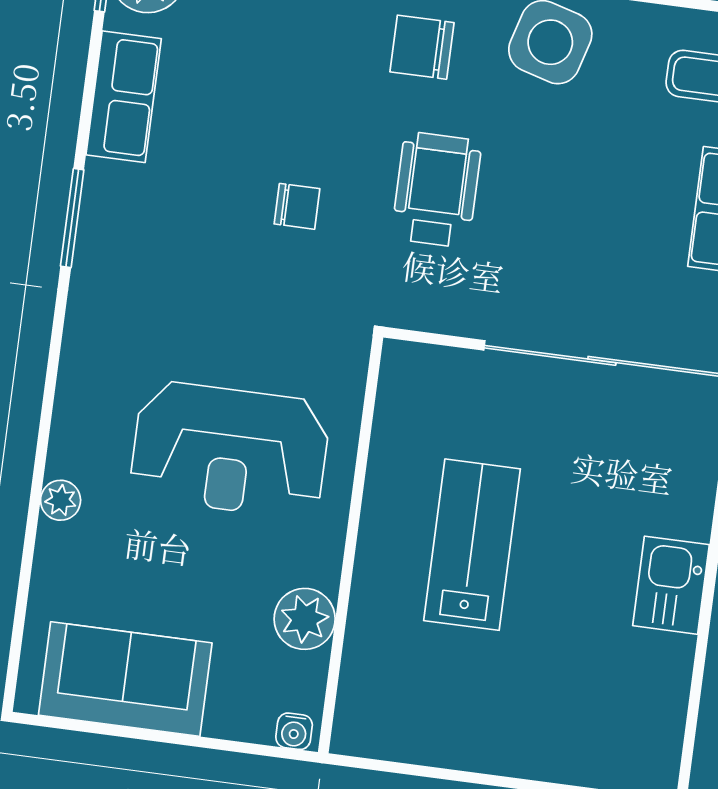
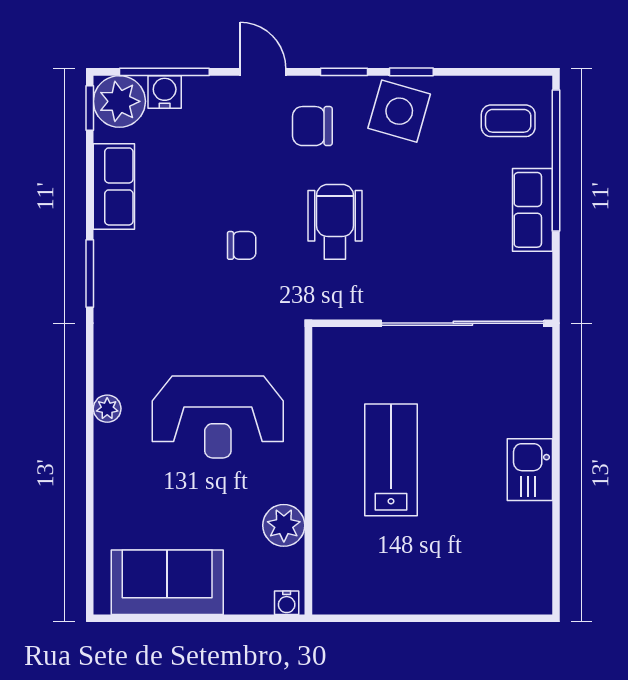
plant: (61, 500) -> (107, 409), moved

